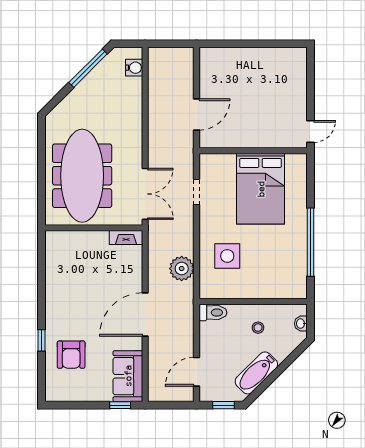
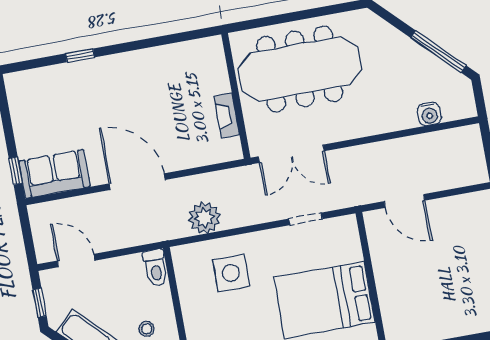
water cooler: (134, 68) -> (429, 114), moved
fireplace: (126, 238) -> (227, 115), moved
armchair: (71, 355) -> (69, 97), removed

